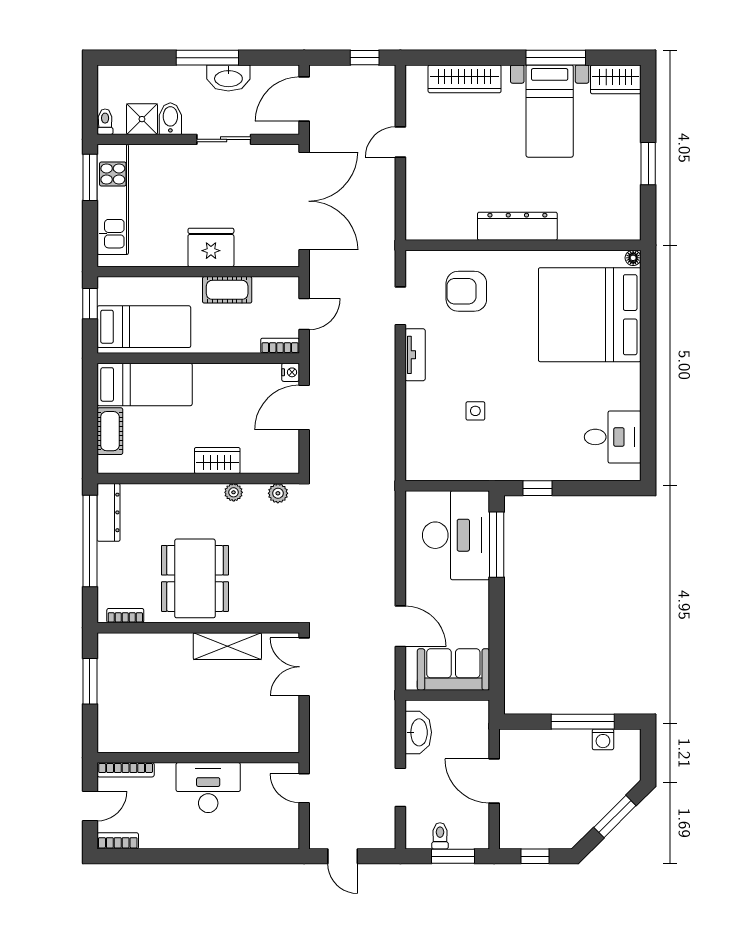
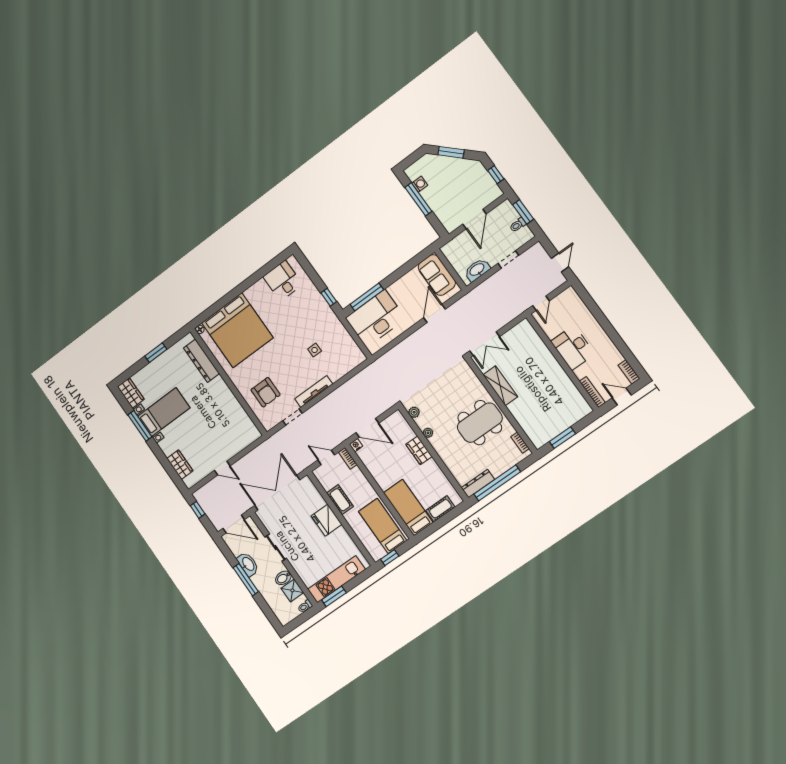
wardrobe: (465, 79) -> (180, 465), width x0.67
dresser: (517, 226) -> (201, 361), moved
tv unit: (415, 355) -> (314, 392), width x1.41

